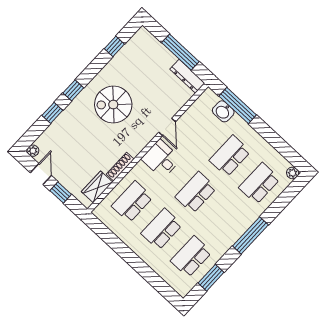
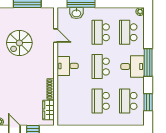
dresser: (187, 76) -> (42, 12), removed
spiral stairs: (113, 105) -> (19, 43), moved
door: (167, 127) -> (56, 36), moved
school desk: (132, 202) -> (73, 101), removed
desk: (230, 224) -> (133, 67), added

